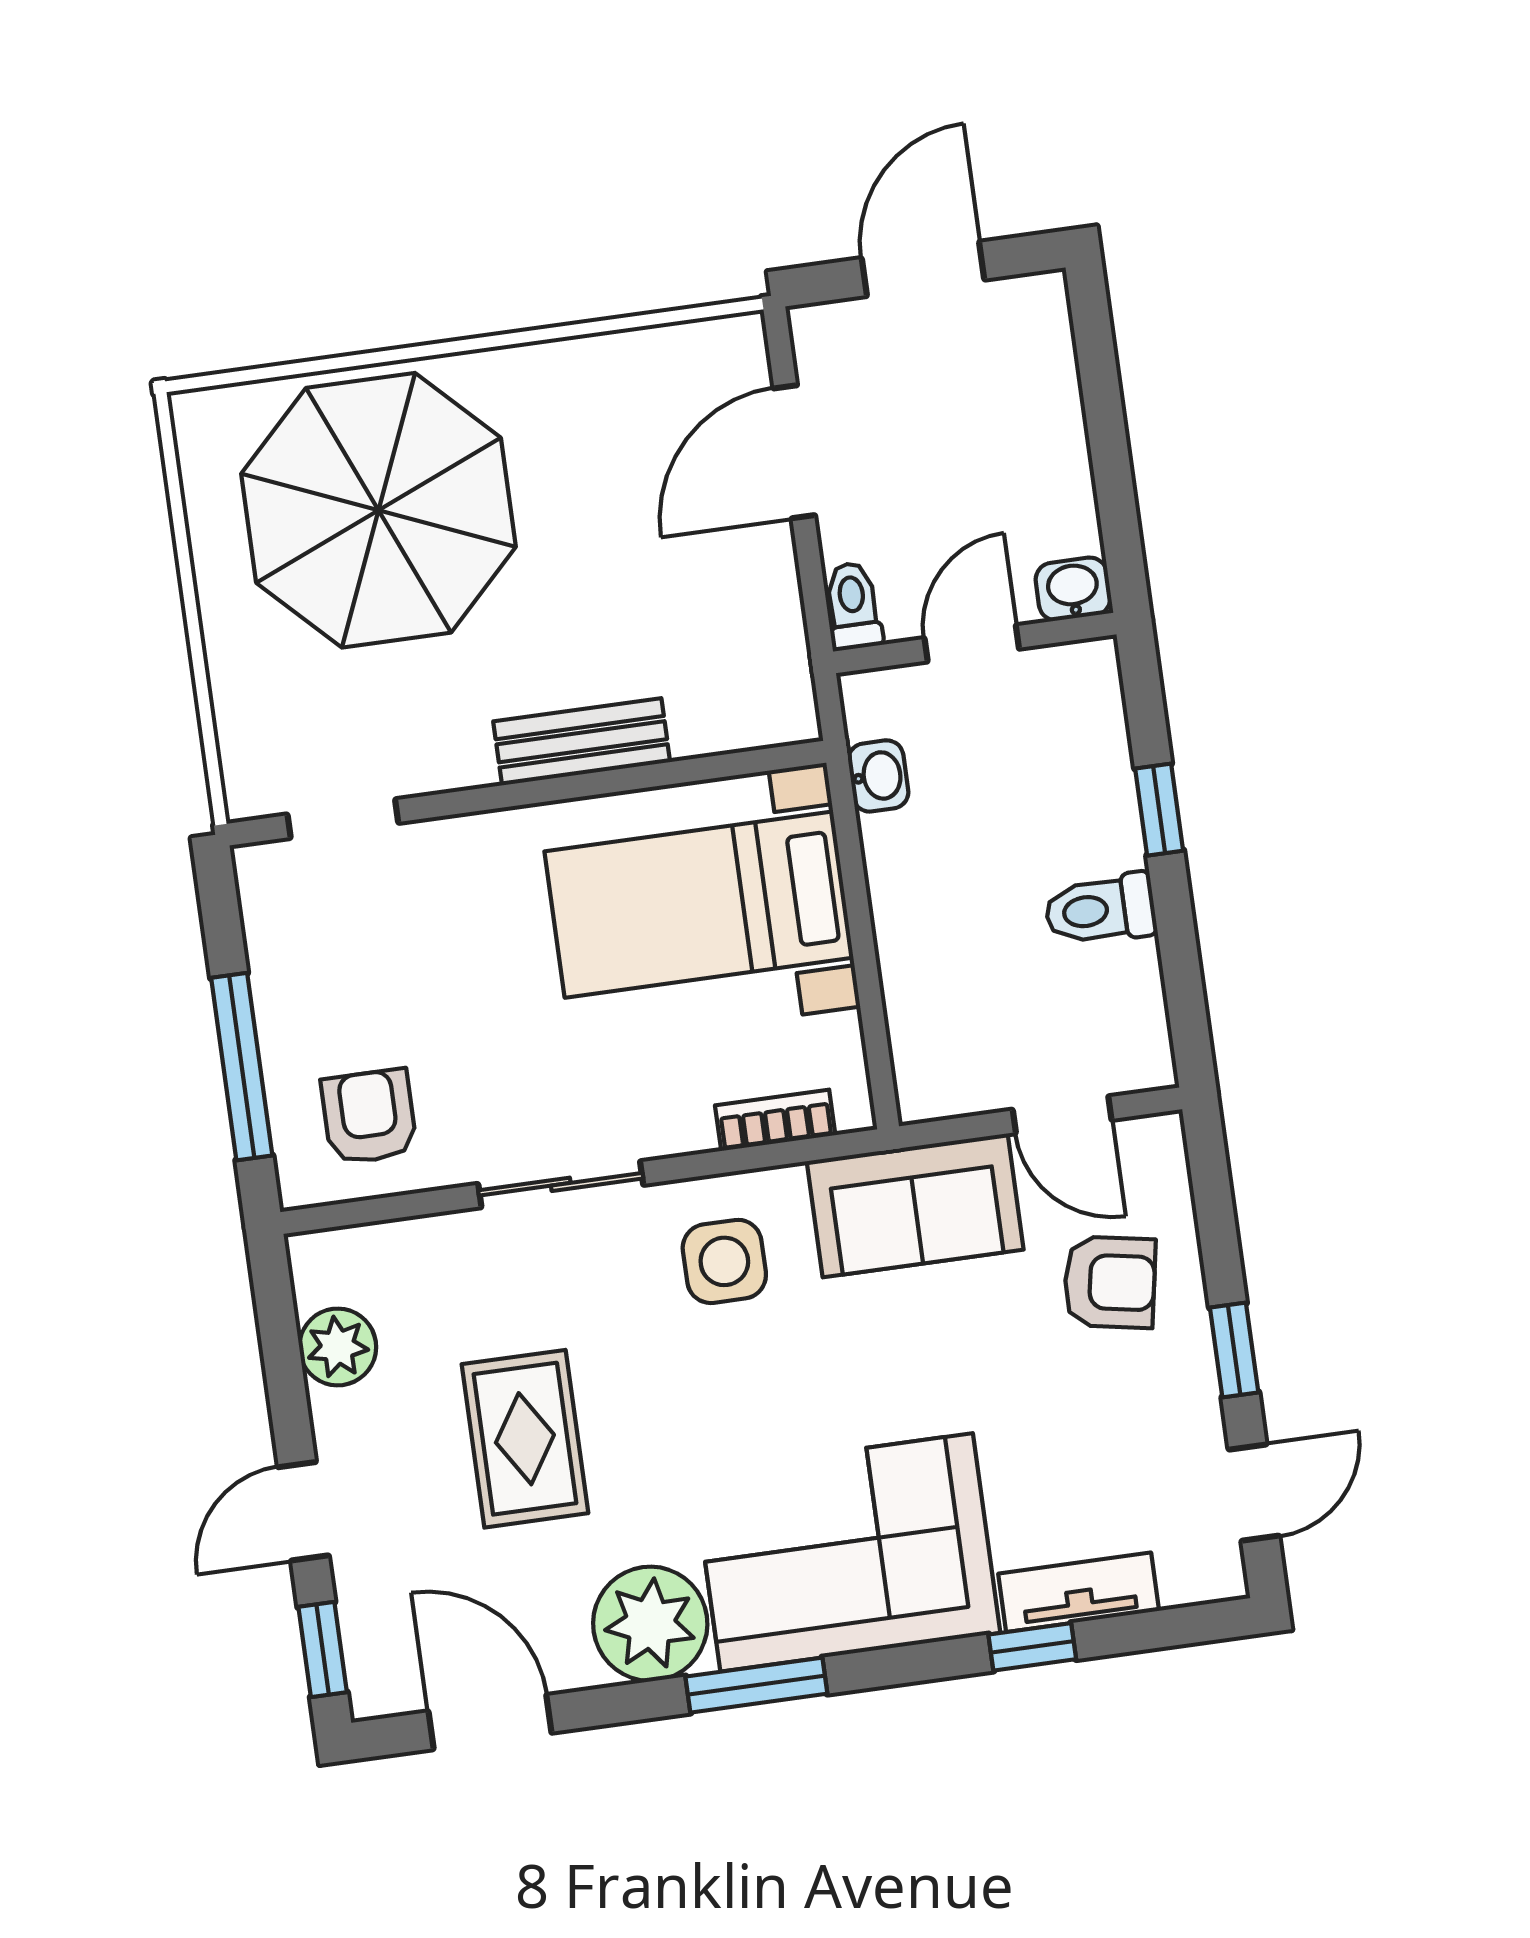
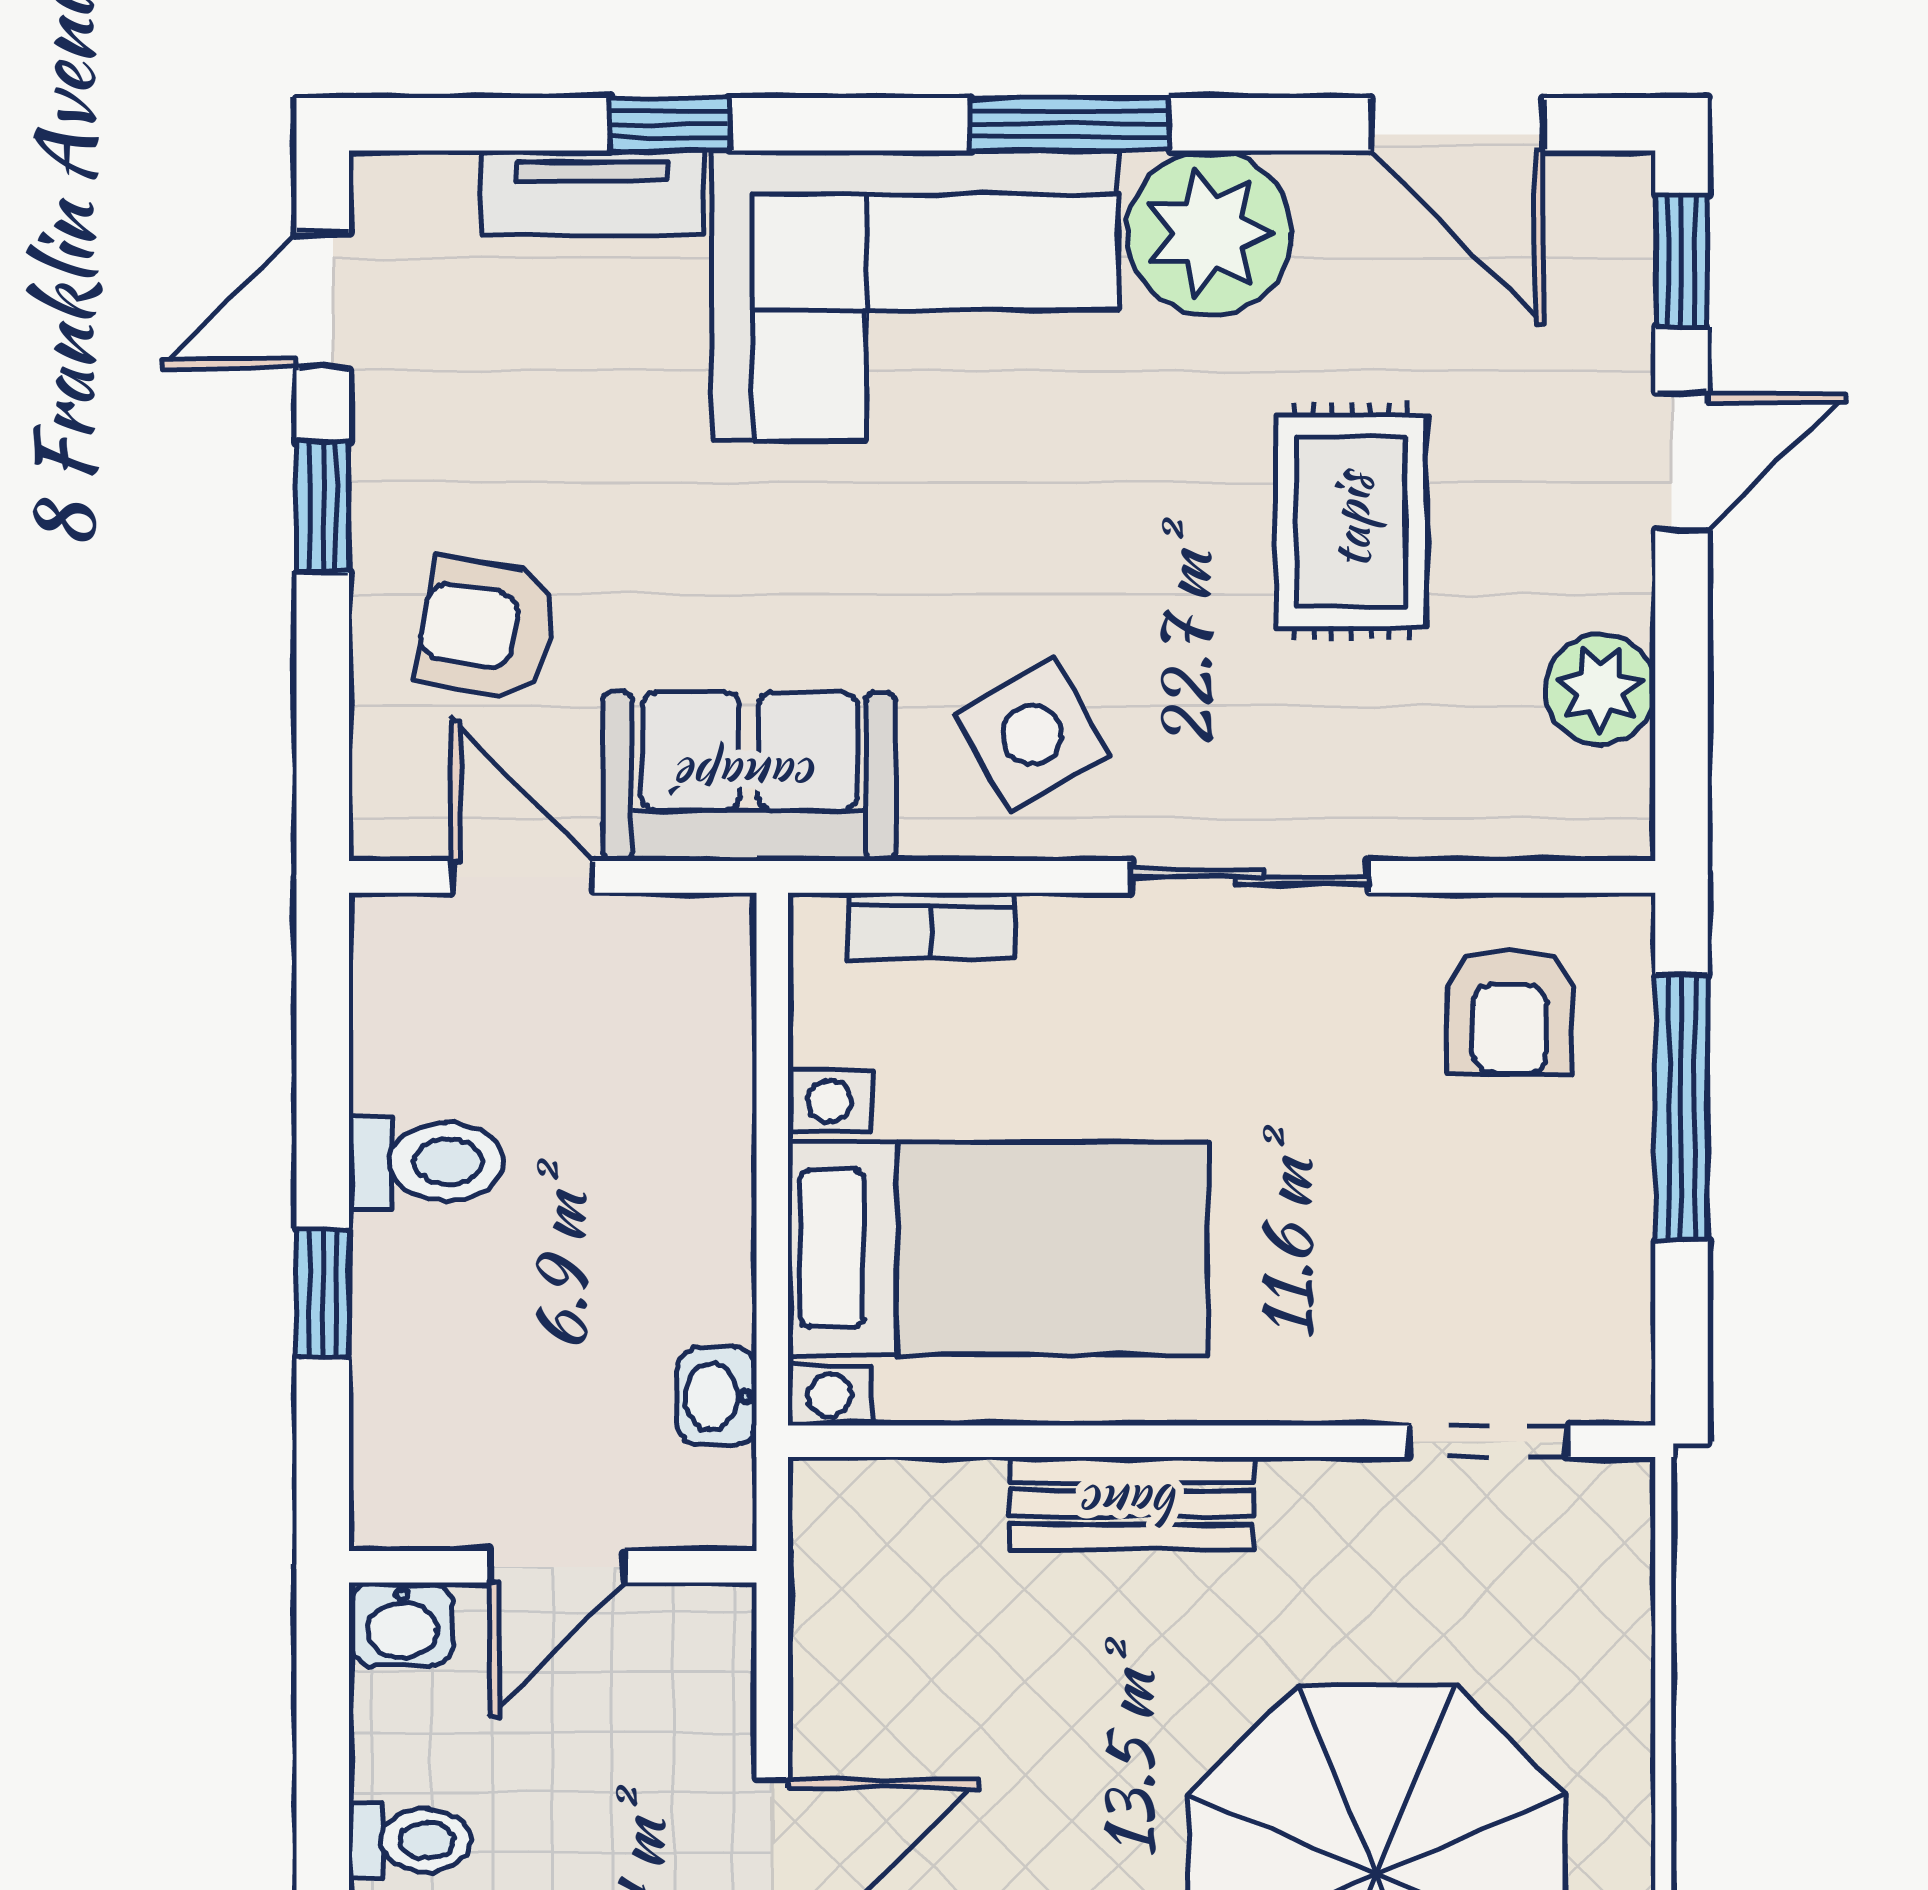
toilet: (853, 606) -> (410, 1840), moved, turned -90
side table: (724, 1261) -> (1032, 735), turned -30

